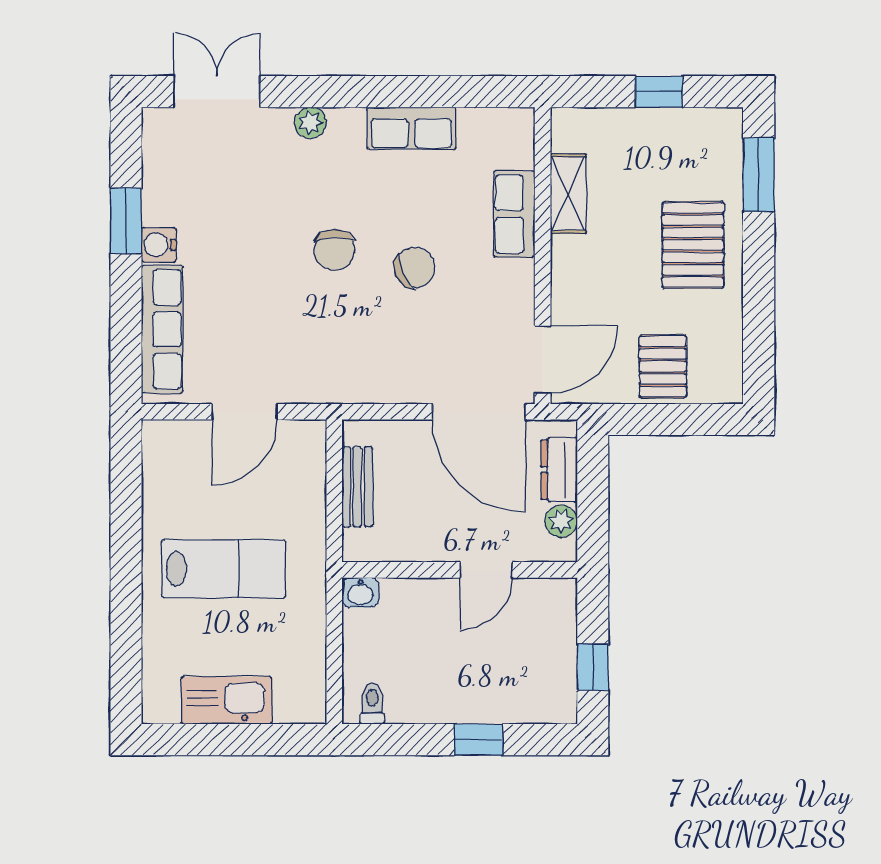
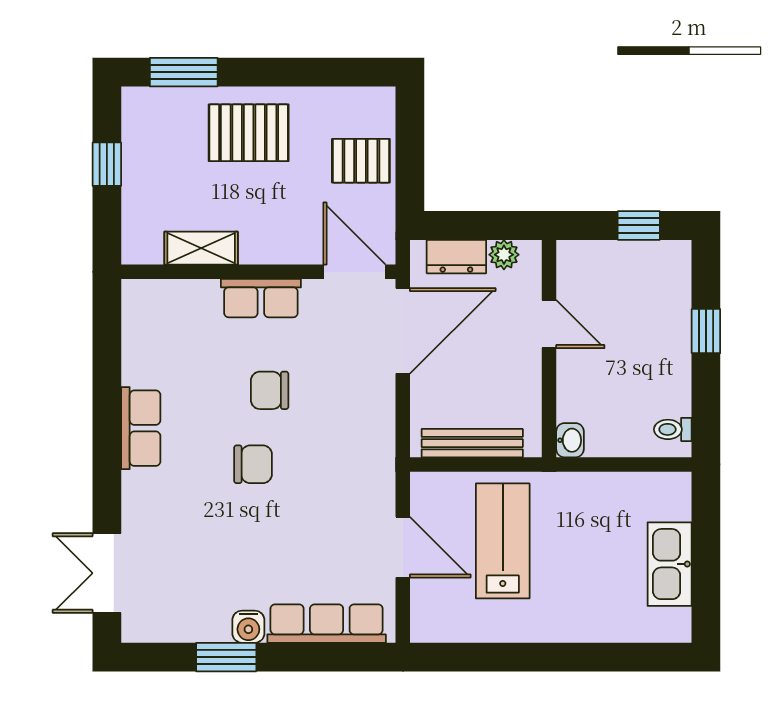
plant: (310, 123) -> (136, 487), removed
row of seats: (411, 128) -> (141, 428), moved
row of seats: (514, 214) -> (261, 298), moved
chair: (414, 268) -> (270, 390), turned -66
bench: (357, 487) -> (472, 443), width x1.36
lab bench: (224, 569) -> (503, 541), moved

